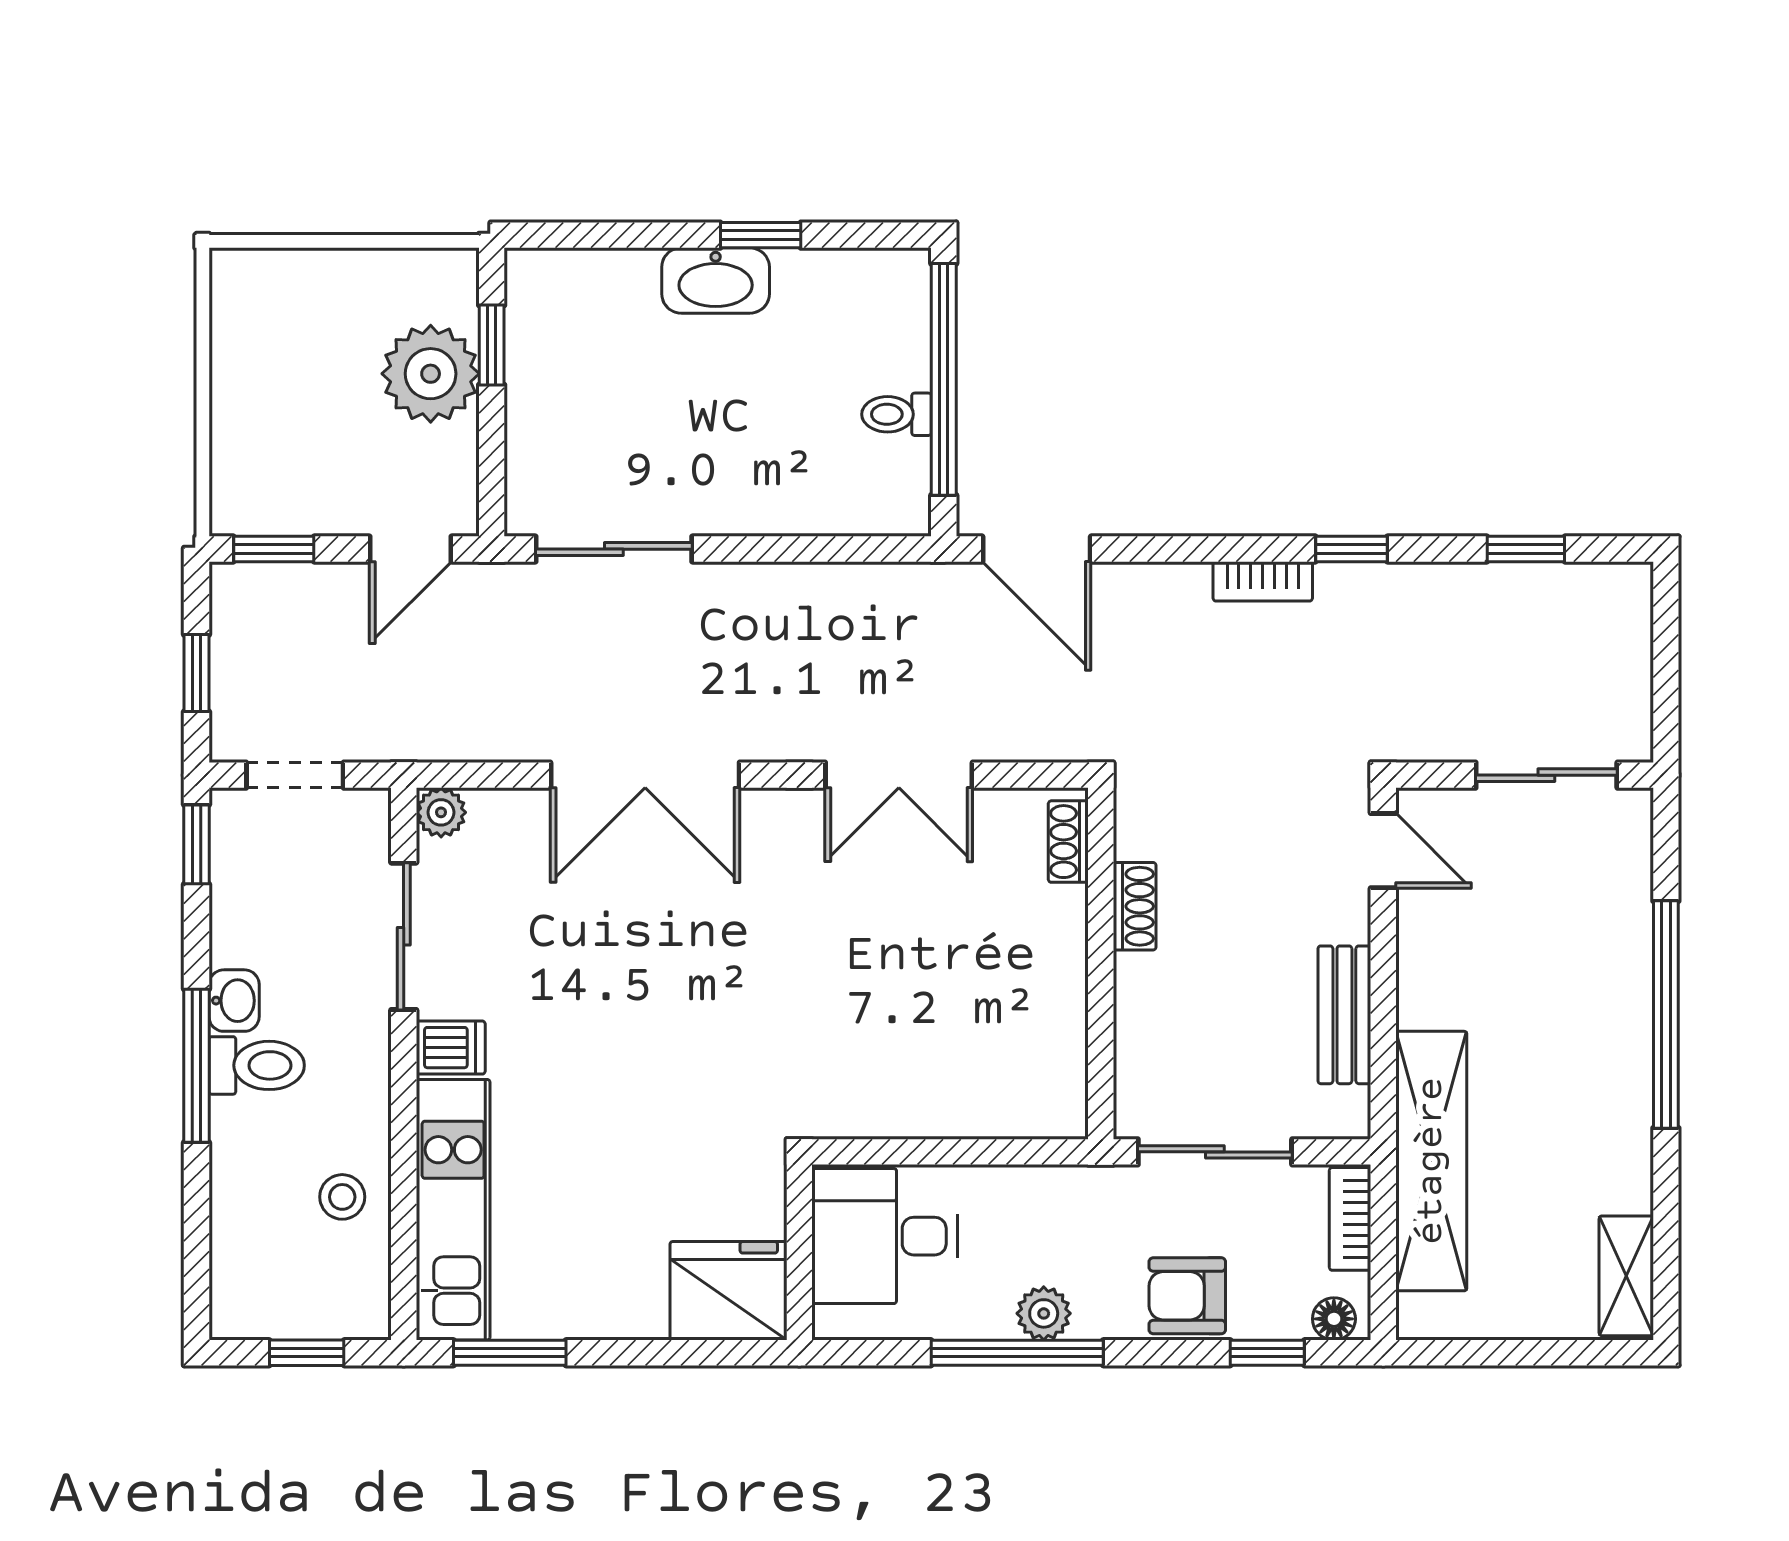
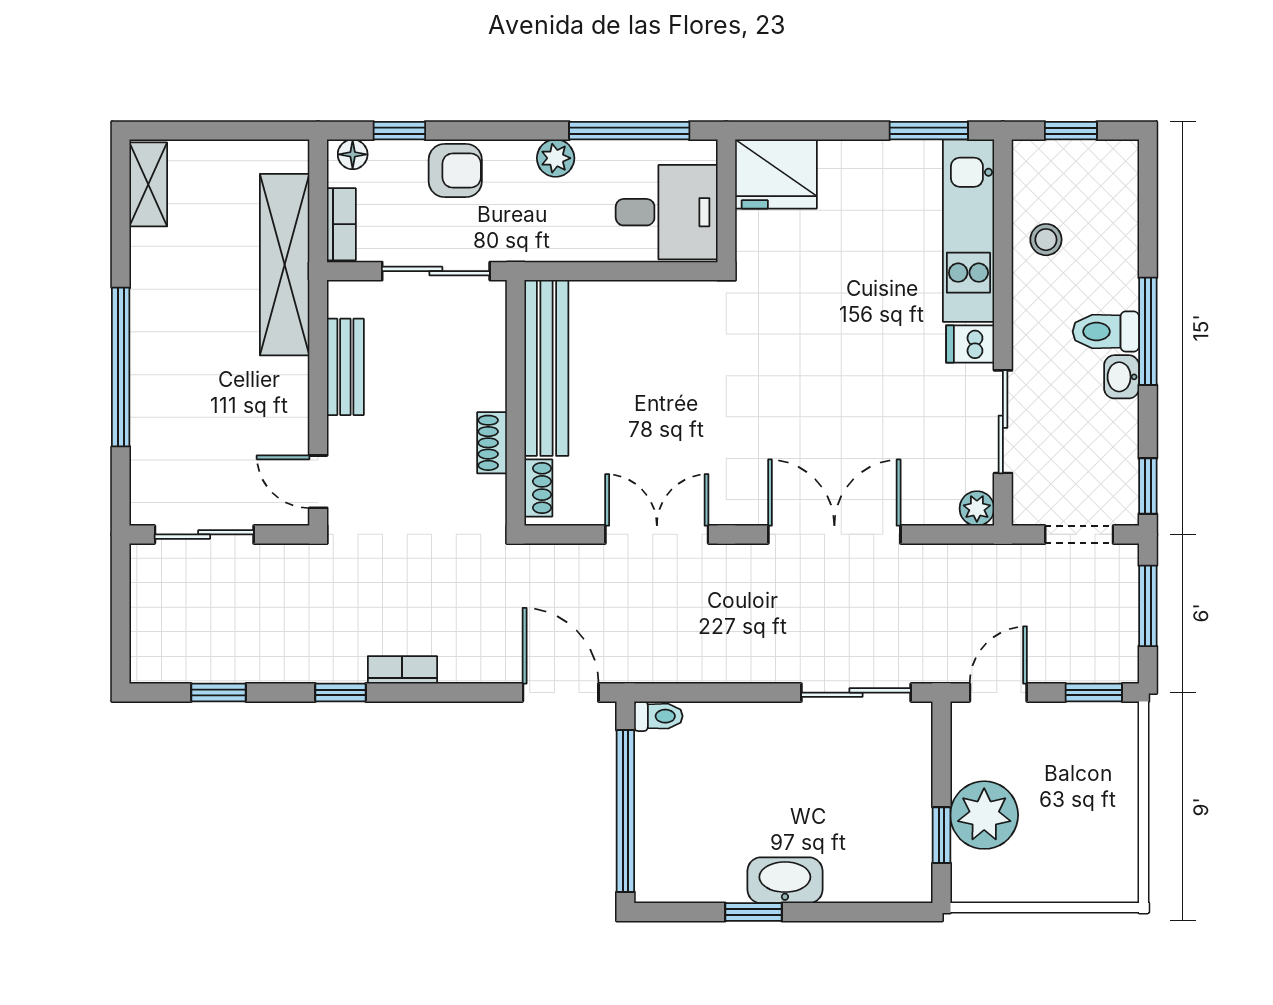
toilet: (897, 414) -> (658, 716), moved
window: (197, 673) -> (1148, 606), width x1.50
bench: (1057, 1013) -> (546, 368), added
window: (1017, 1353) -> (629, 131), moved

